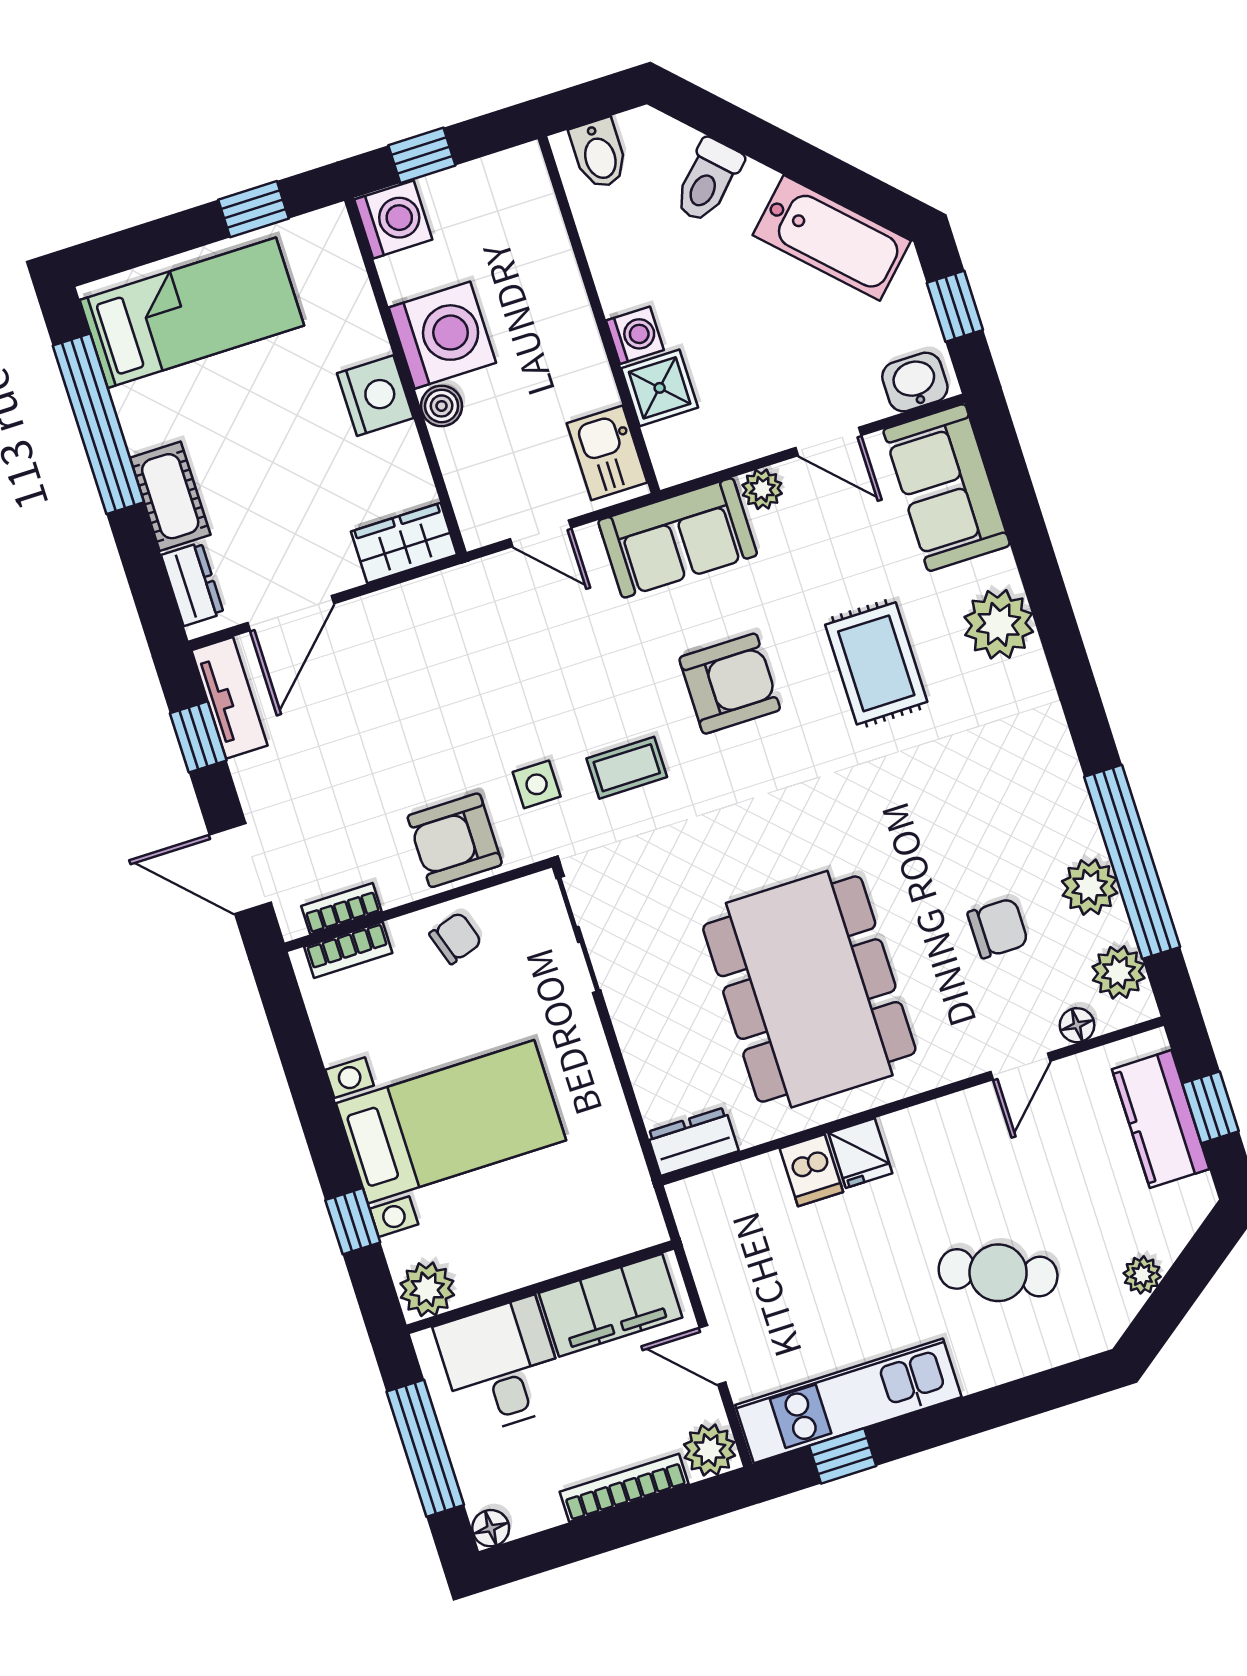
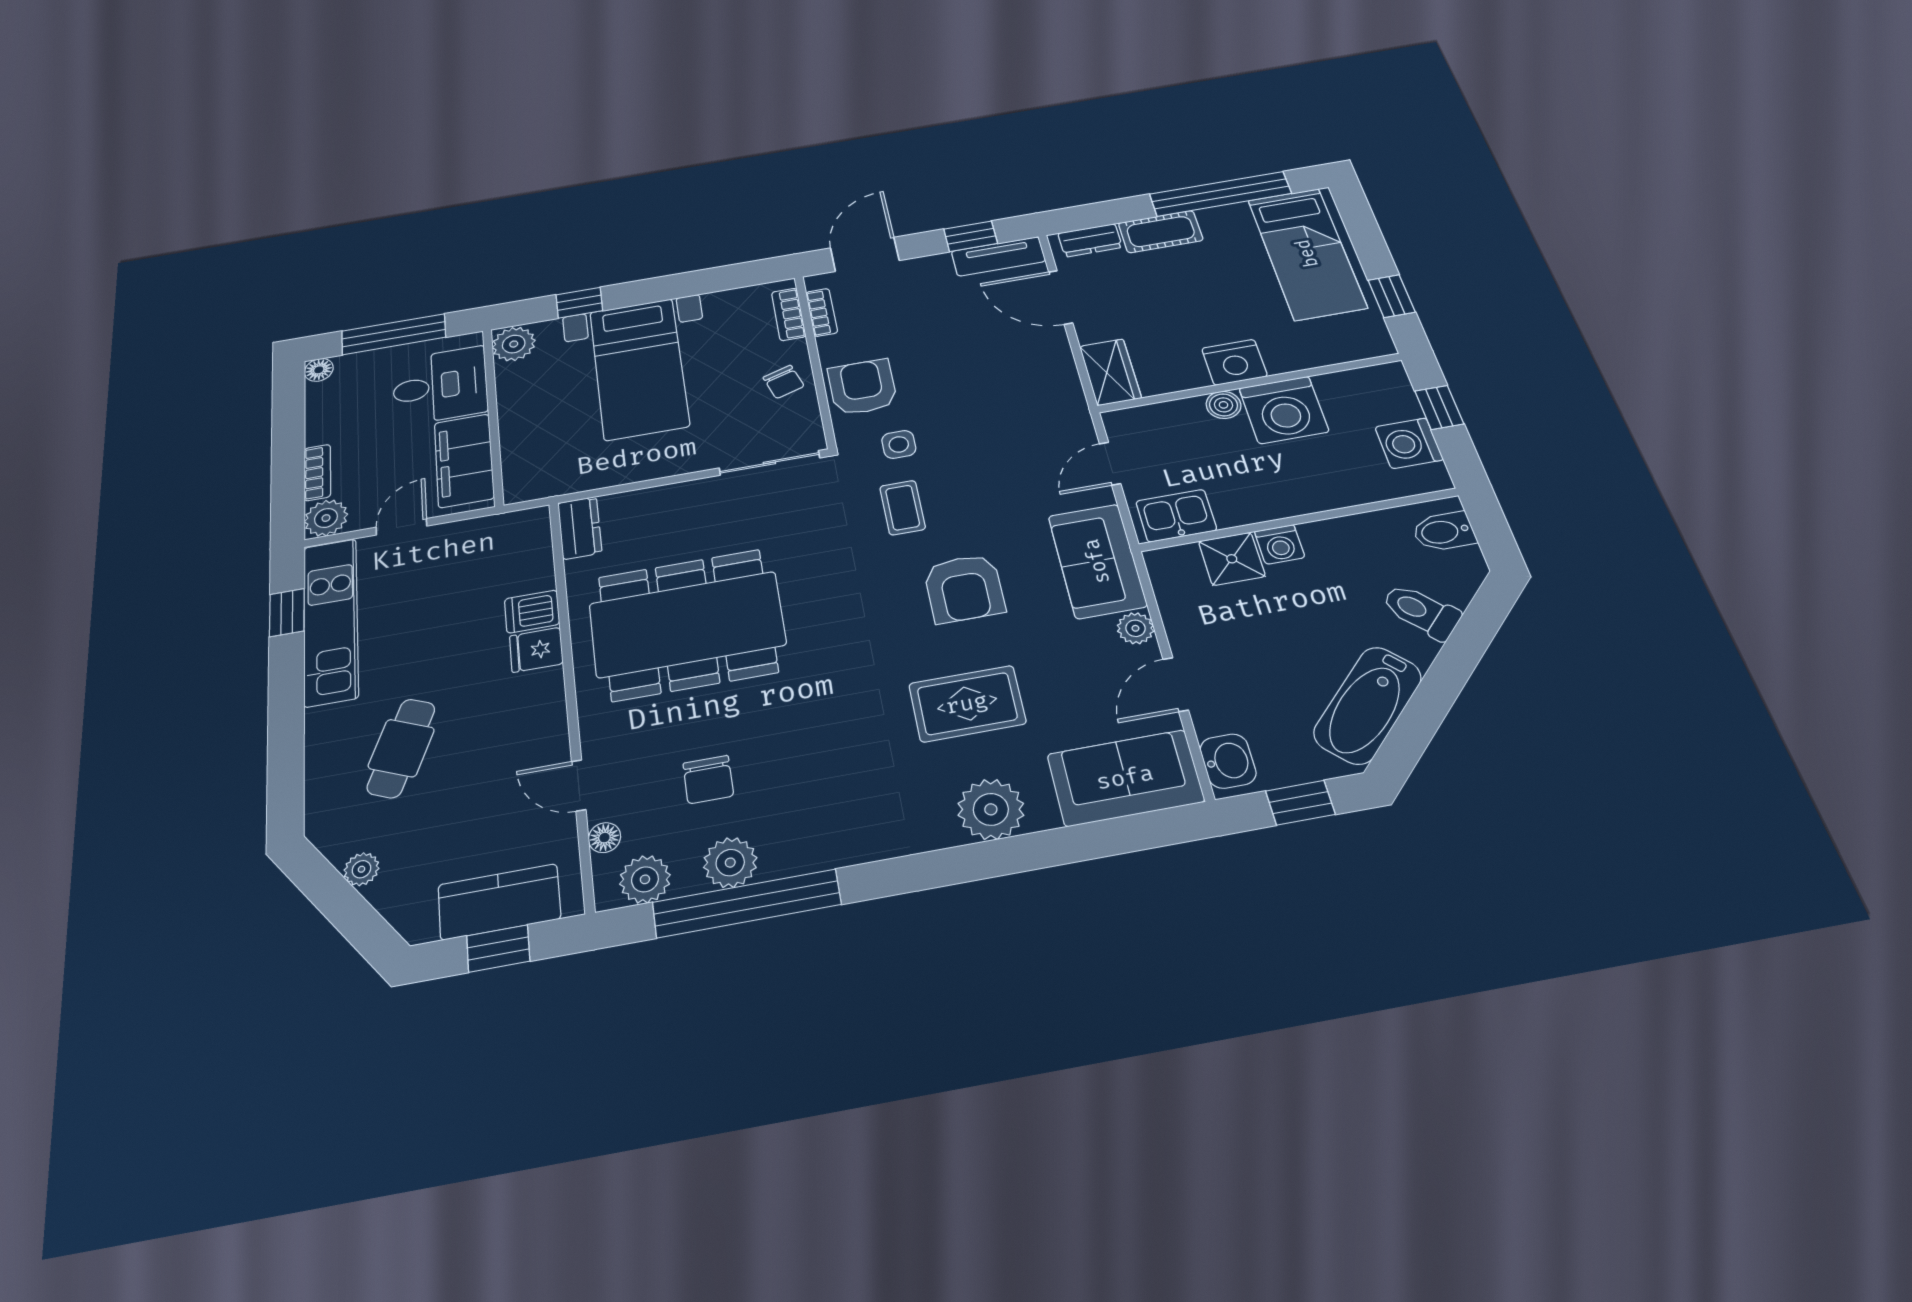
washing machine: (393, 220) -> (1409, 443), moved, turned 90
bookcase: (624, 1488) -> (317, 473), width x0.64

